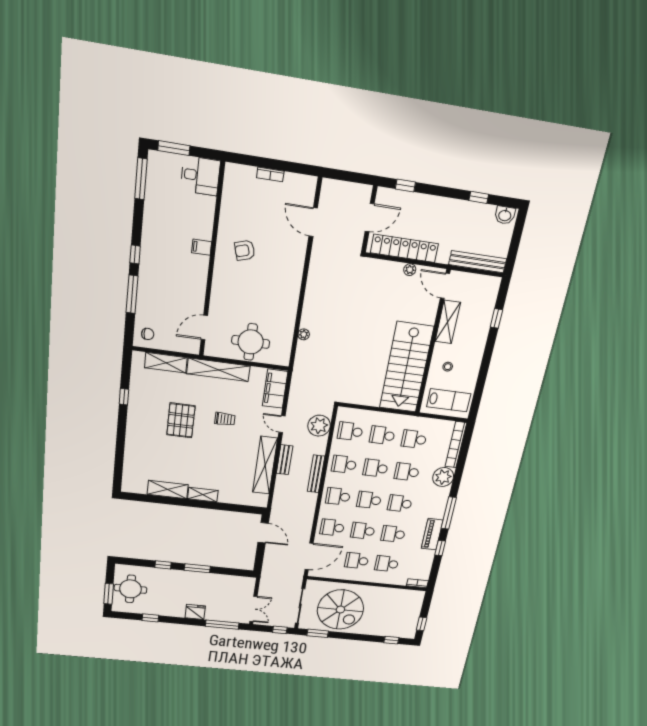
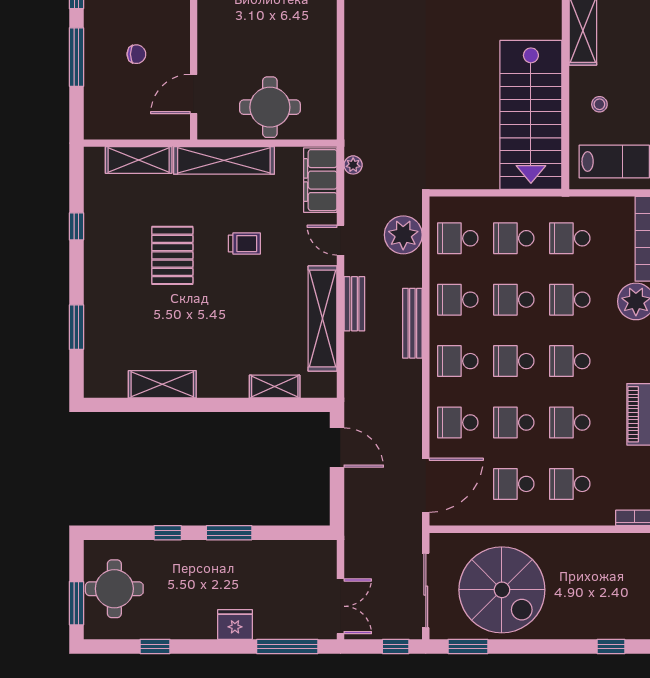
chair: (148, 334) -> (136, 54), moved
plant: (304, 334) -> (353, 165), moved
window: (120, 453) -> (76, 327), added
shelving: (203, 495) -> (275, 386), moved

